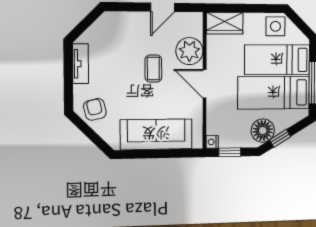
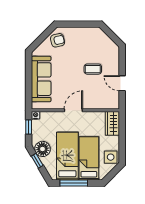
plant: (189, 51) -> (94, 100), removed
tv unit: (80, 64) -> (86, 32), removed
coffee table: (153, 68) -> (93, 69), moved

